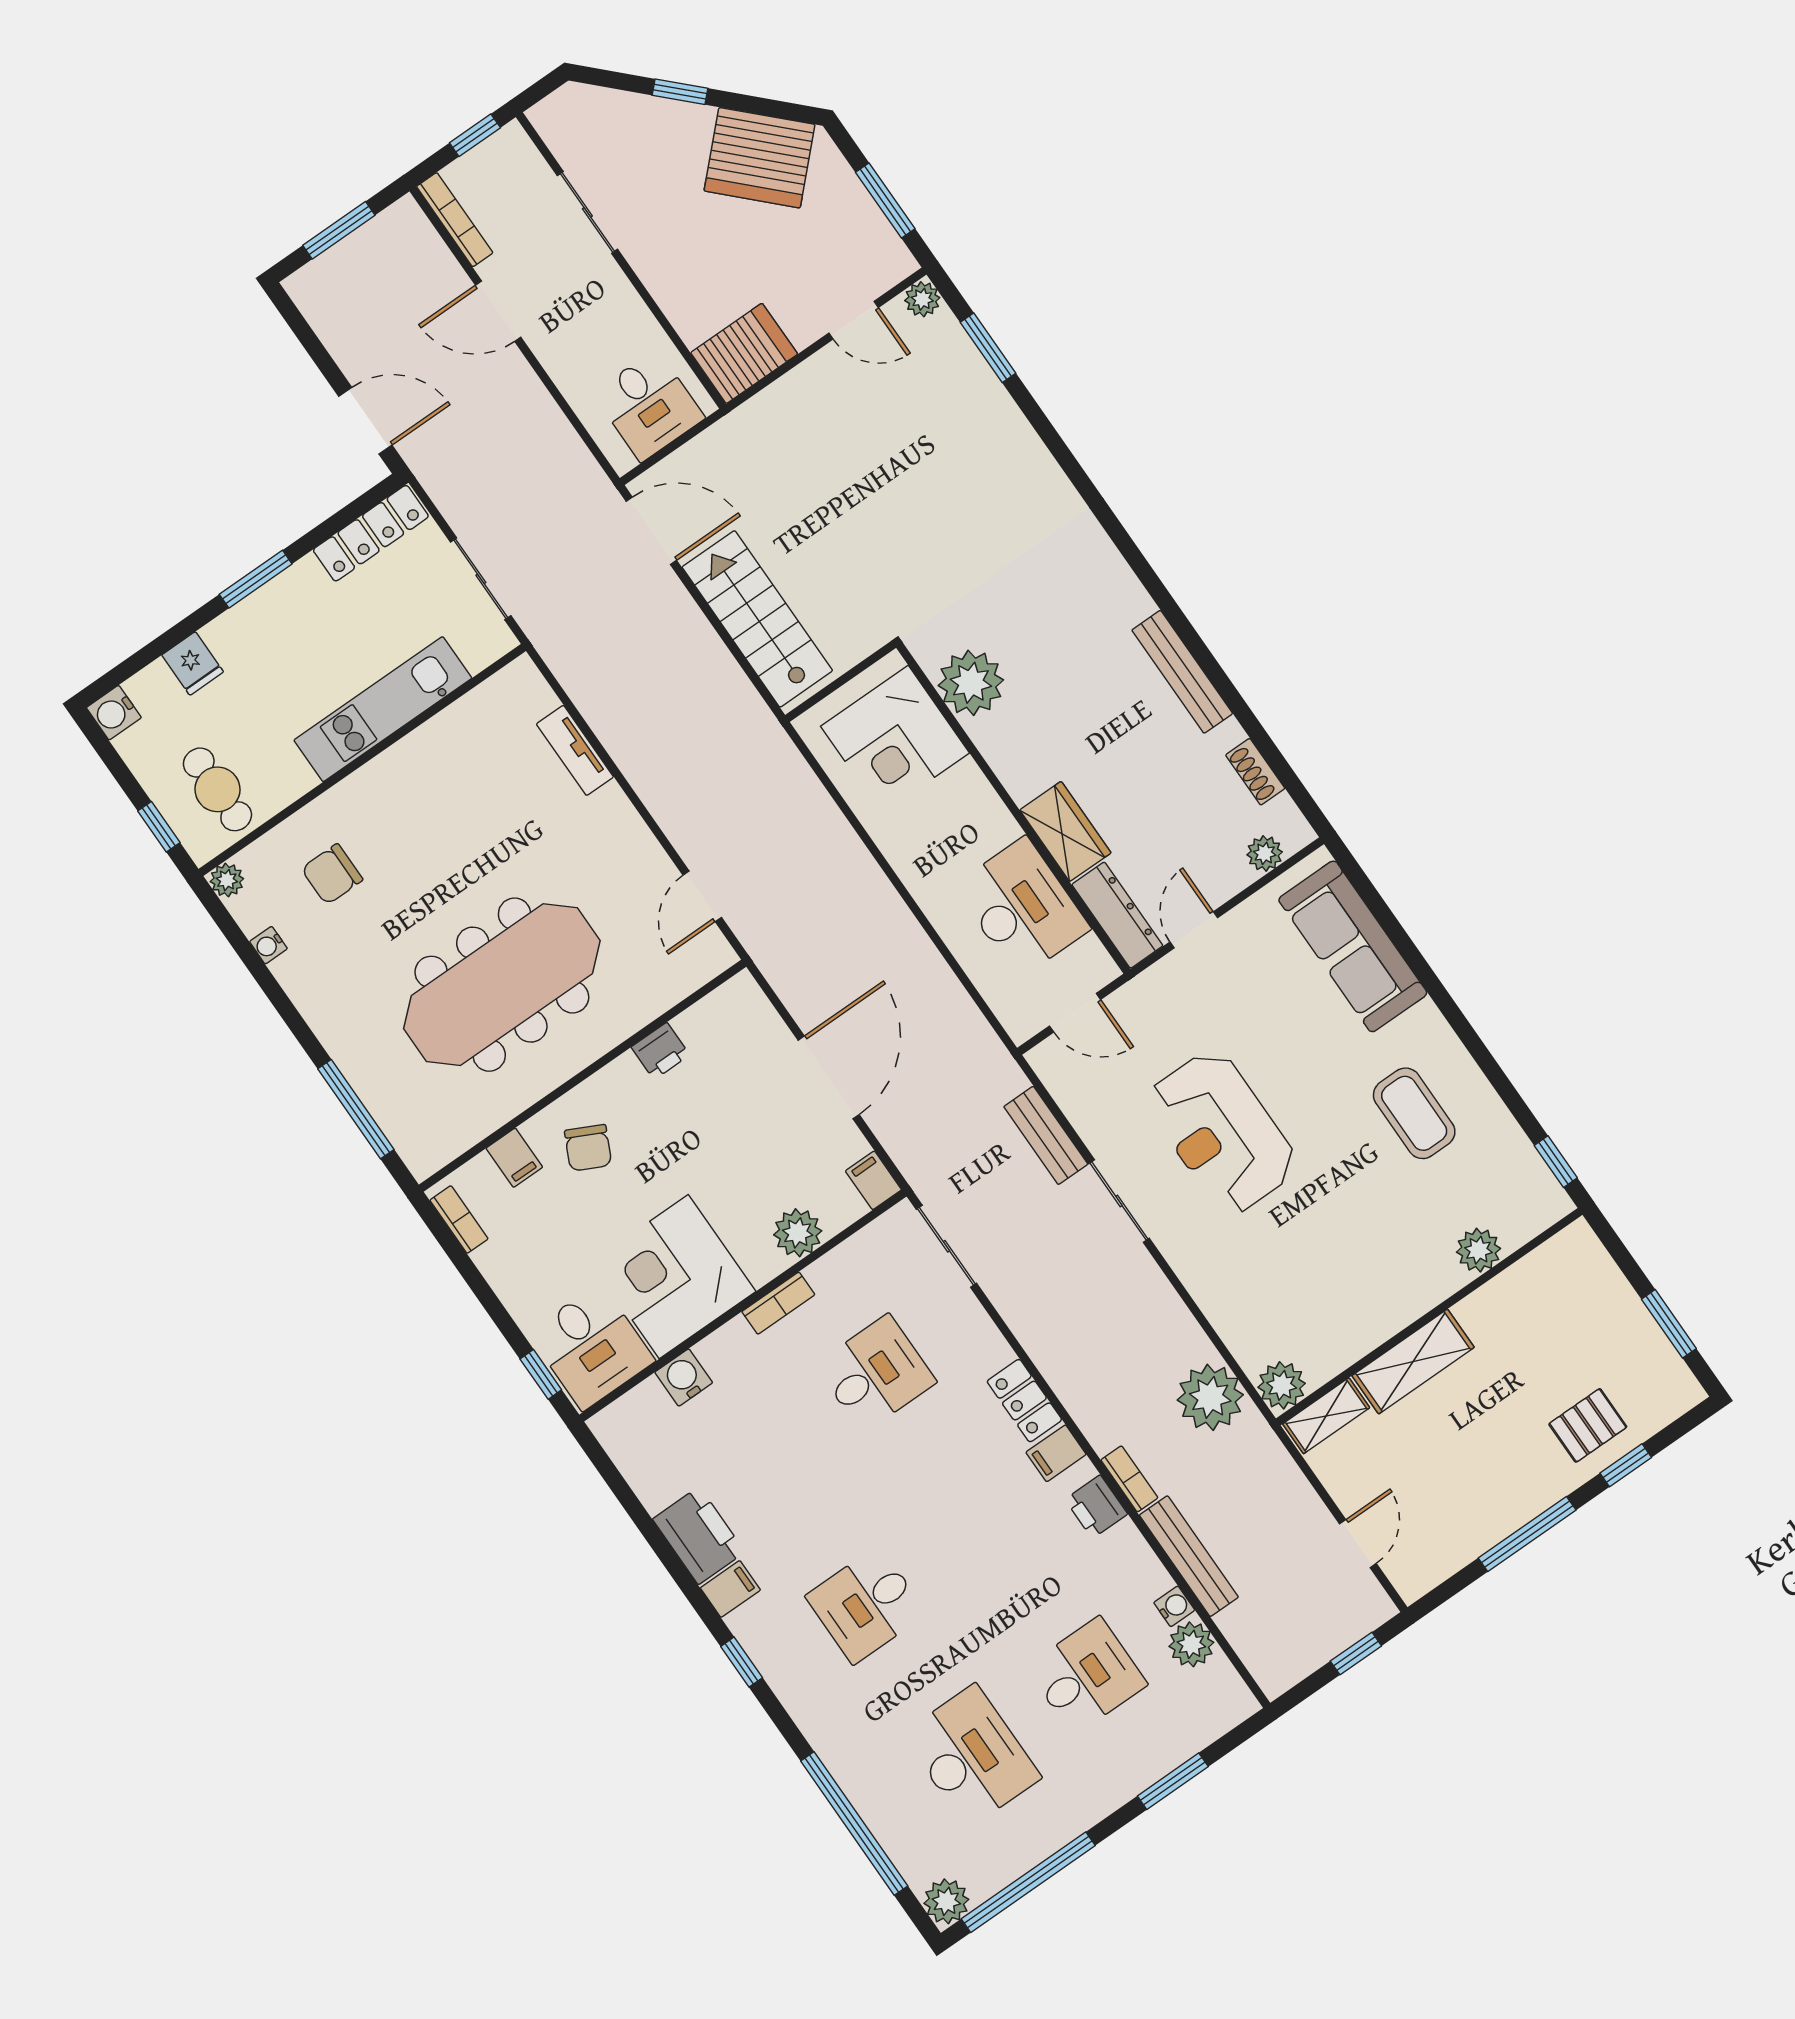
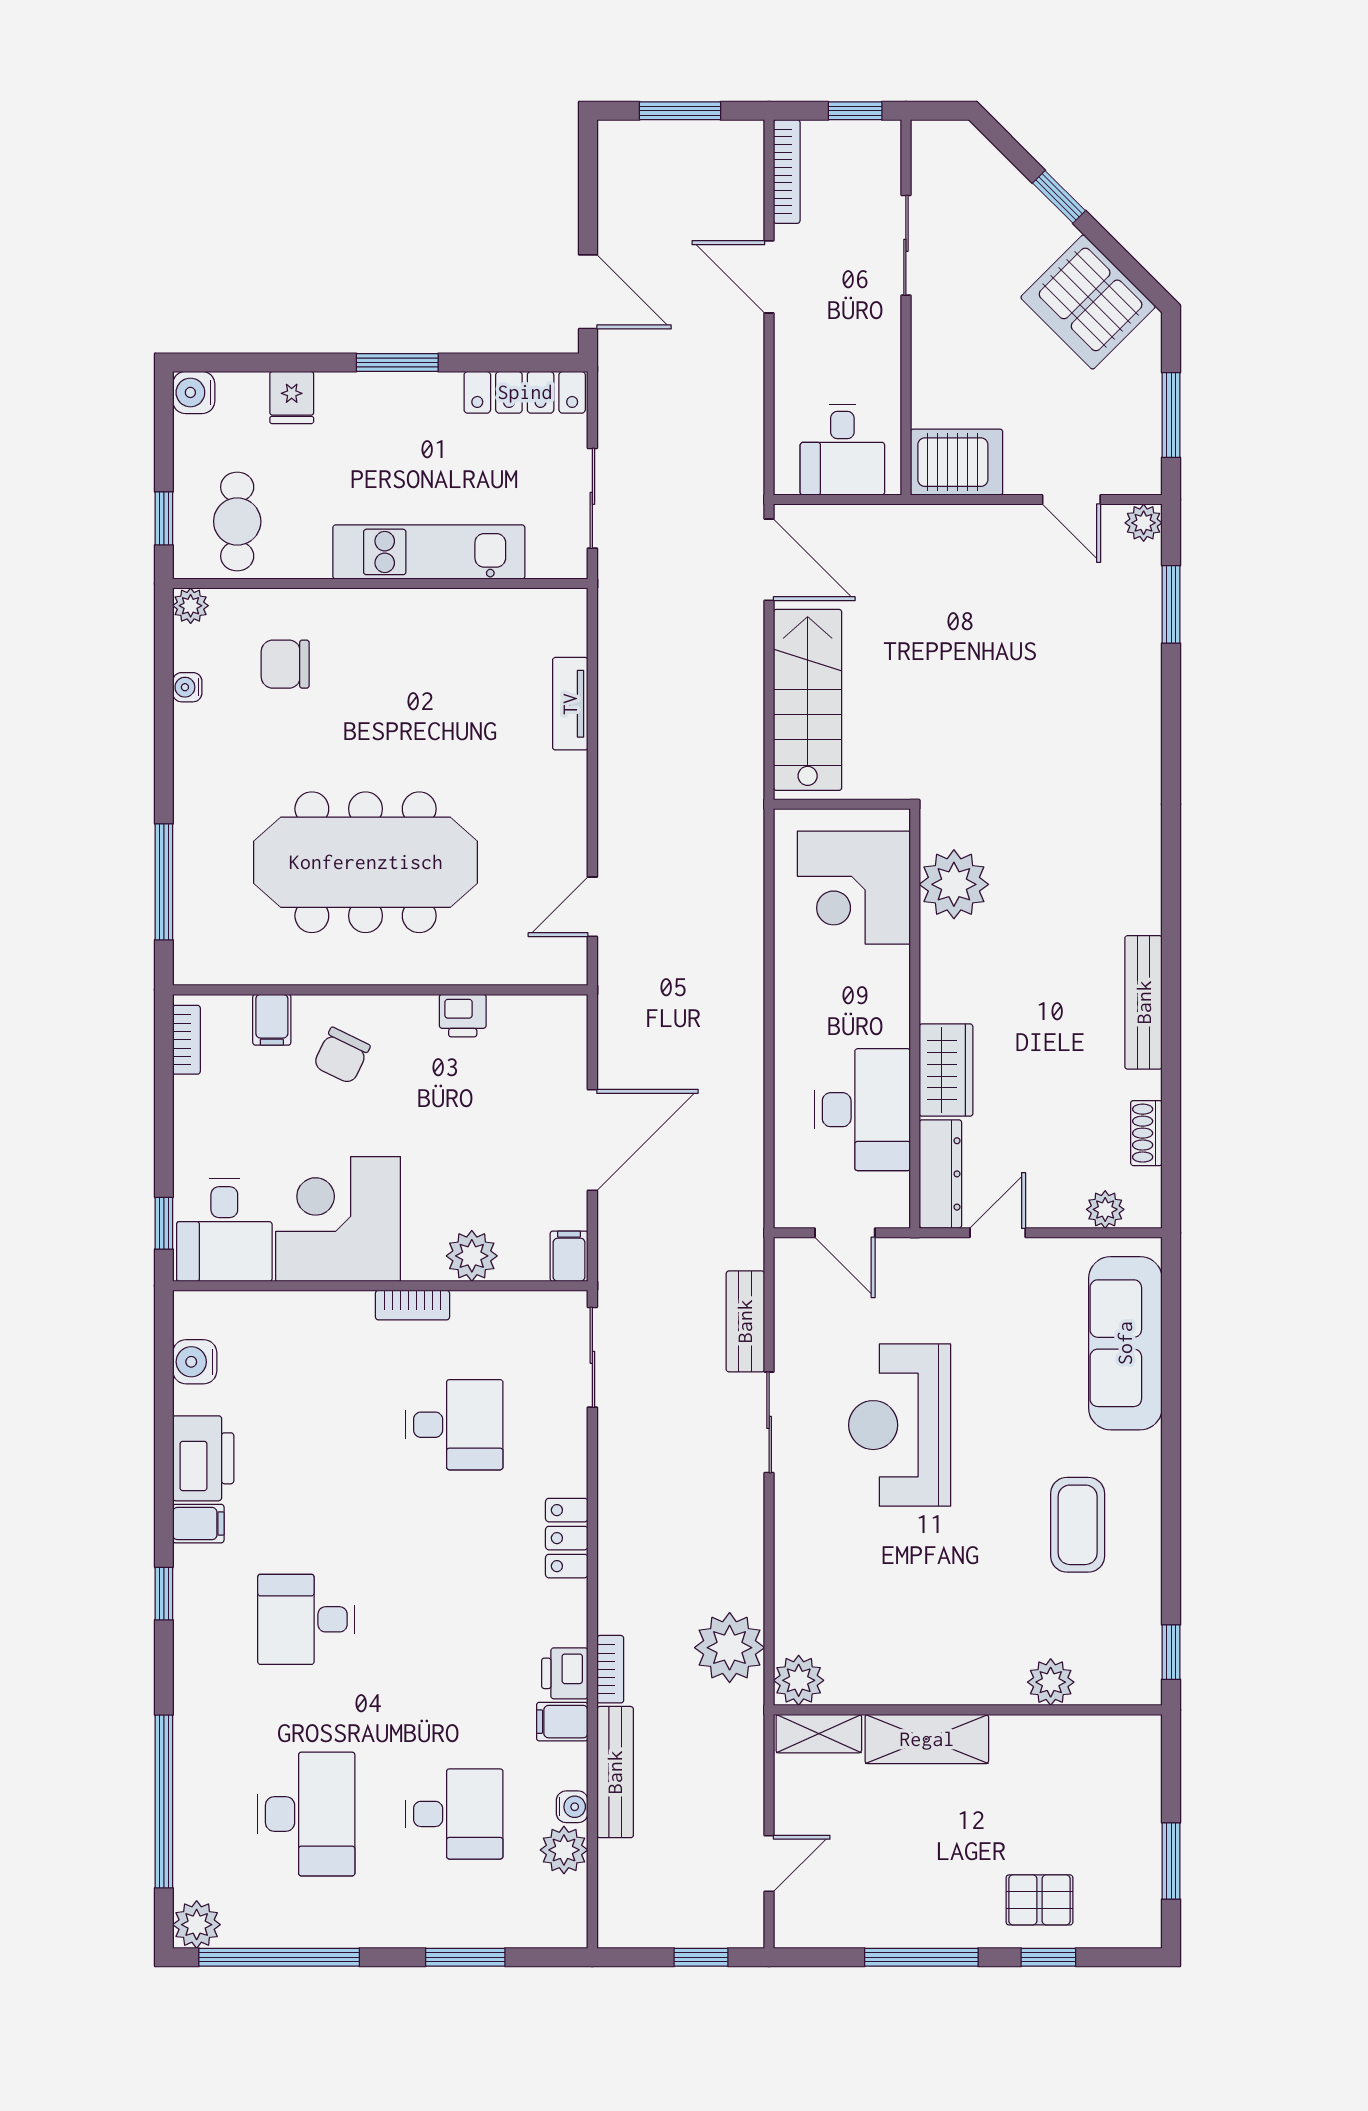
water cooler: (684, 1377) -> (195, 1362), moved, turned -90
filing cabinet: (1056, 1453) -> (562, 1722), moved

